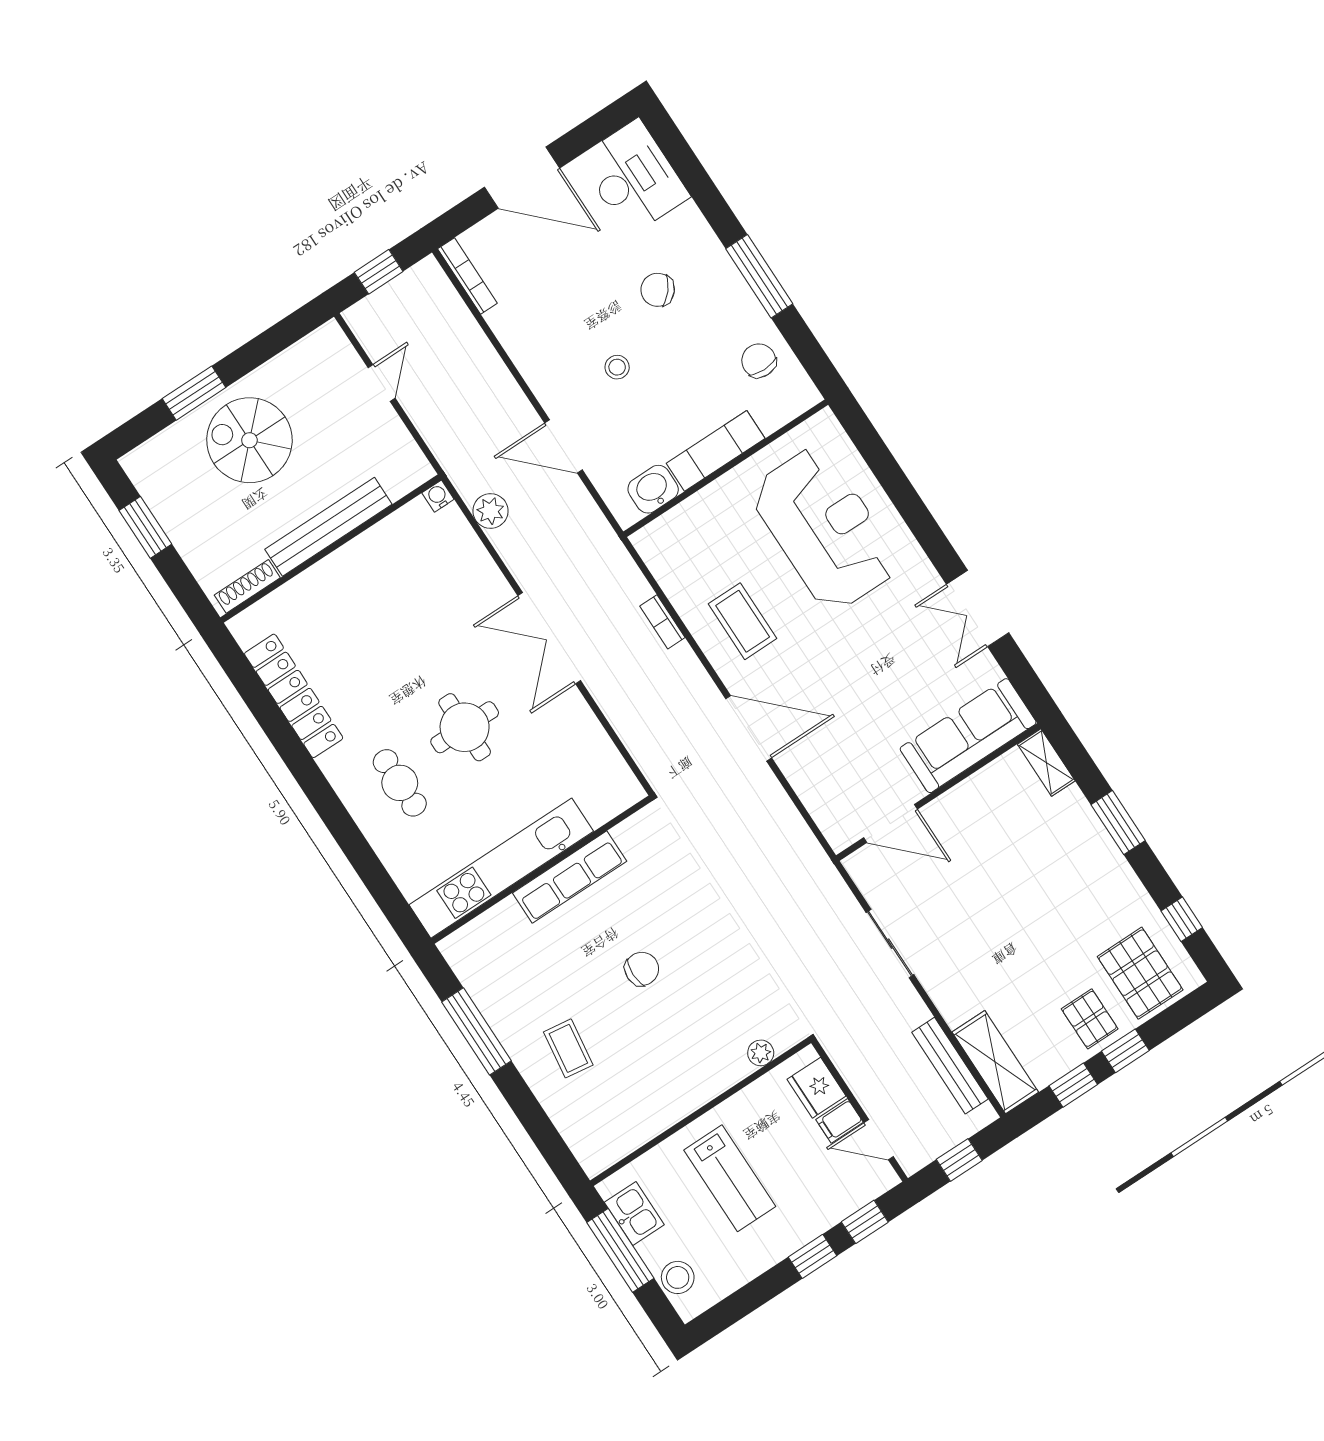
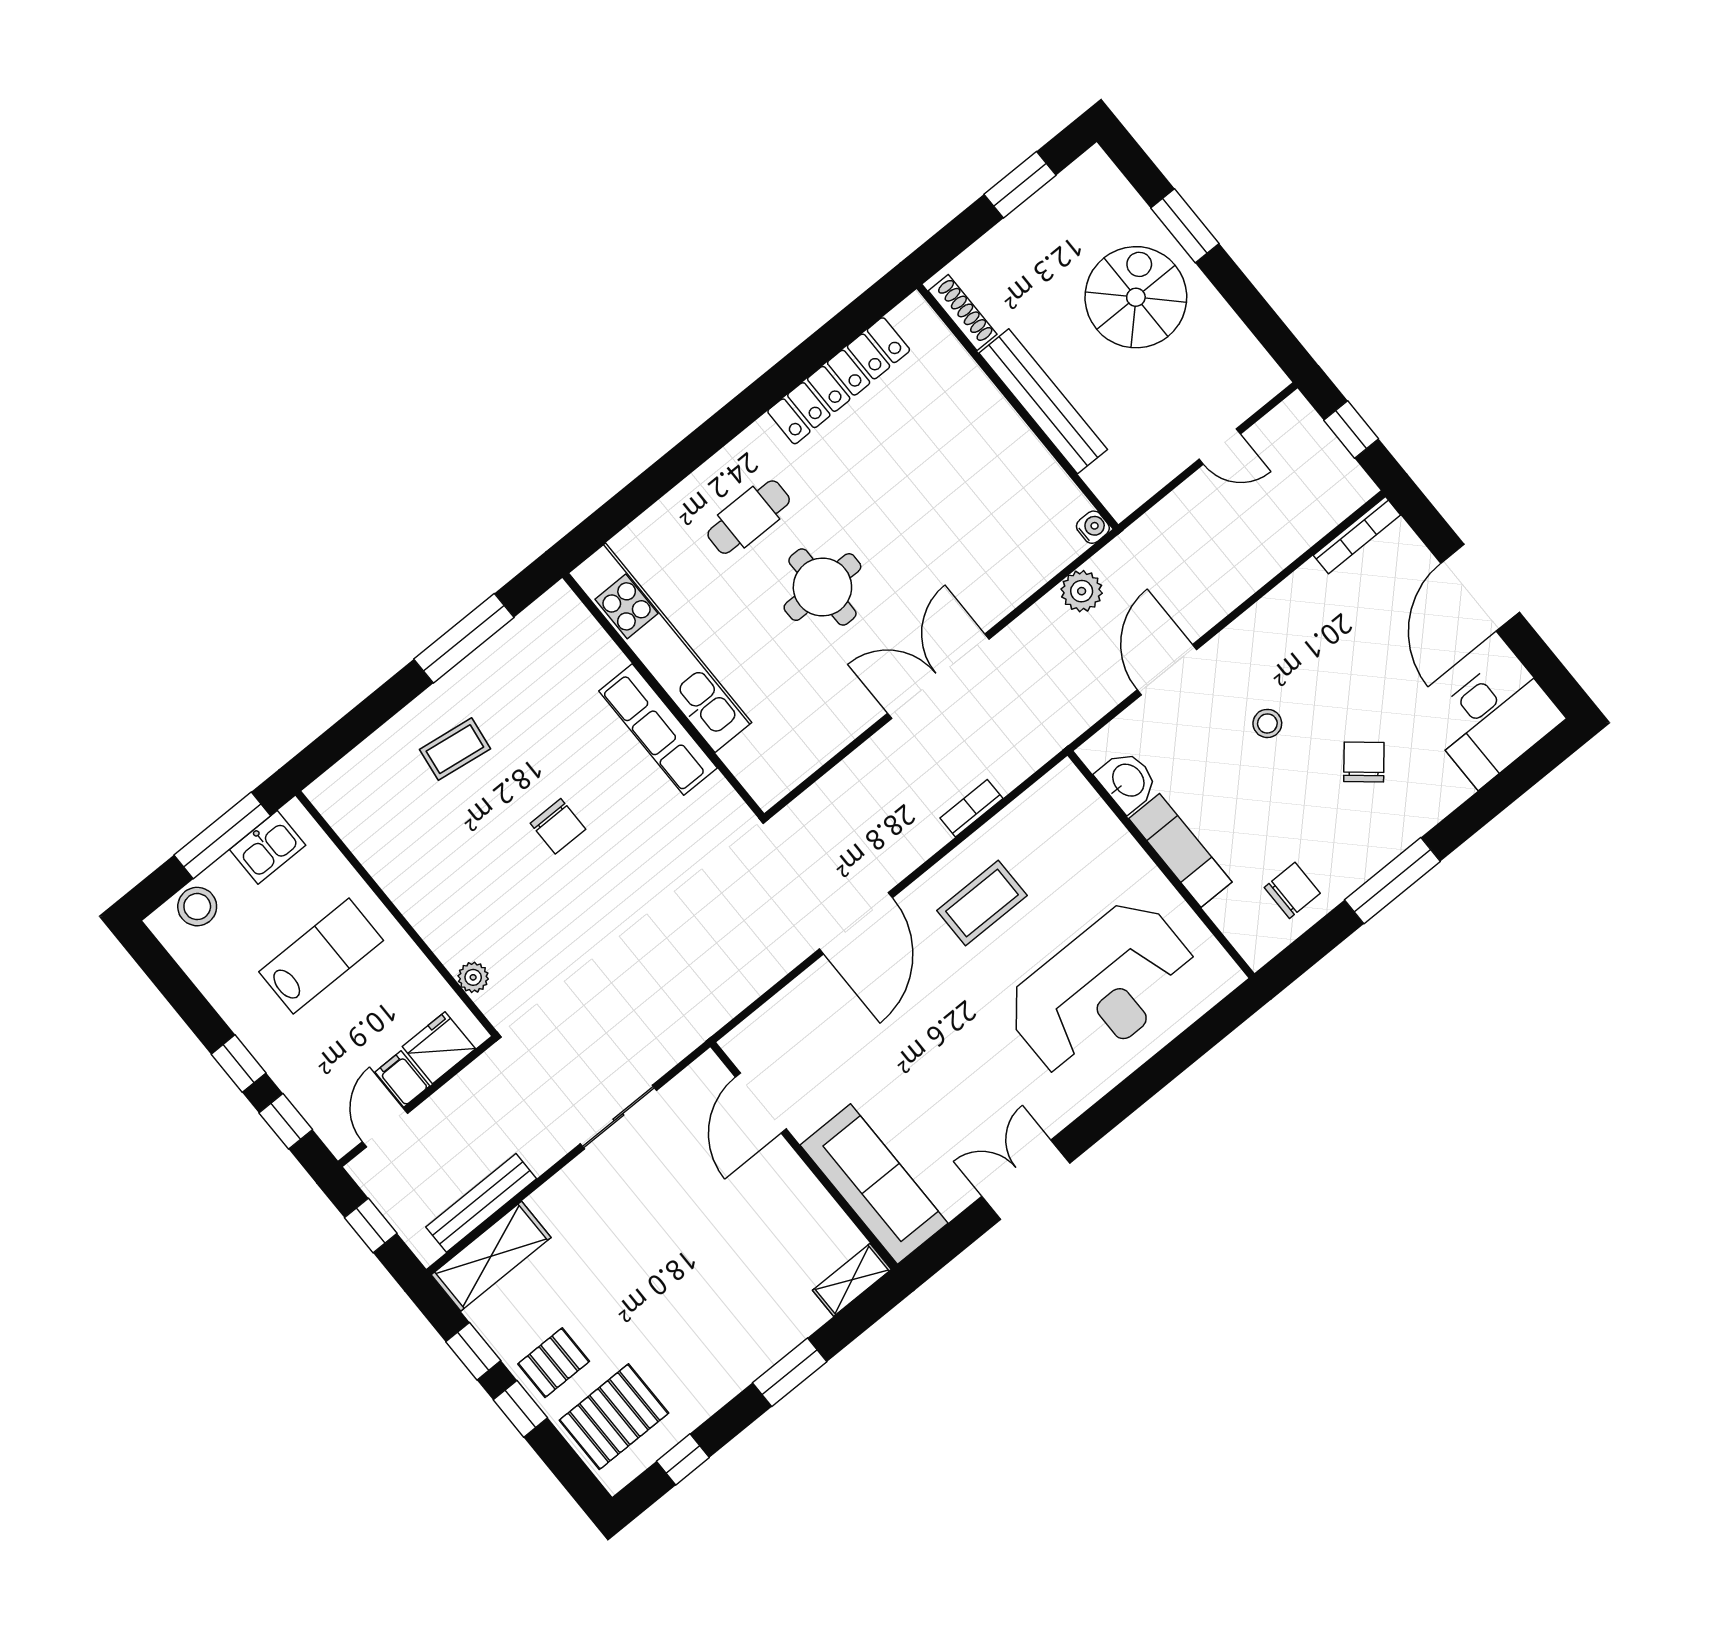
lab bench: (730, 1178) -> (321, 956), turned 180

